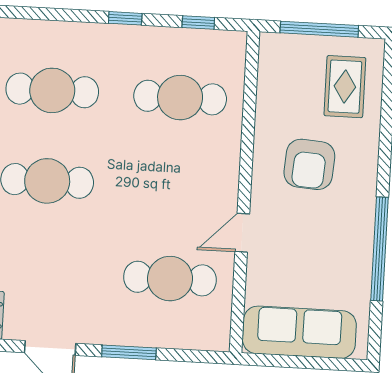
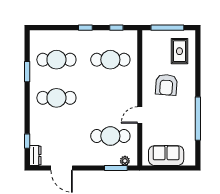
sofa: (299, 332) -> (166, 156), width x0.73
plant: (201, 339) -> (125, 161), added
window: (129, 352) -> (116, 168), moved

